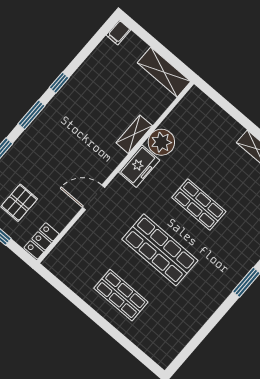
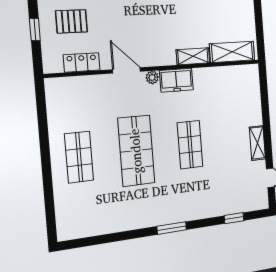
shelving: (164, 72) -> (232, 52), moved, turned 90
plant: (161, 142) -> (152, 77), moved, width x0.53, depth x0.53
locker: (42, 241) -> (82, 62), moved

